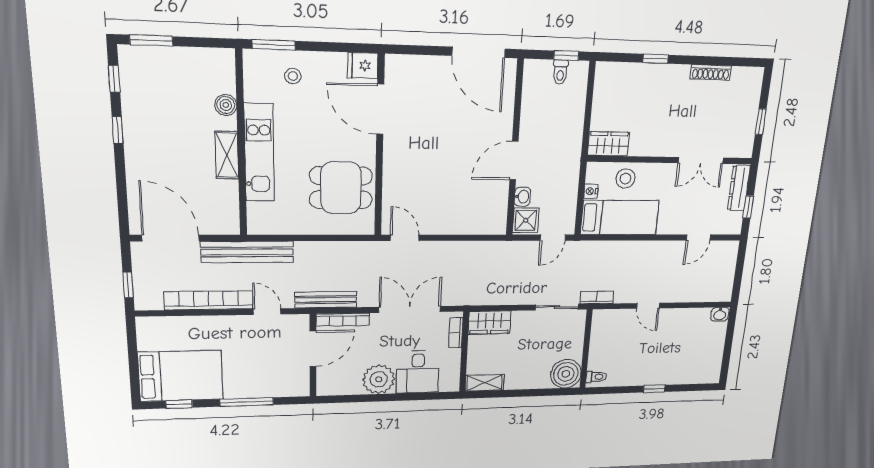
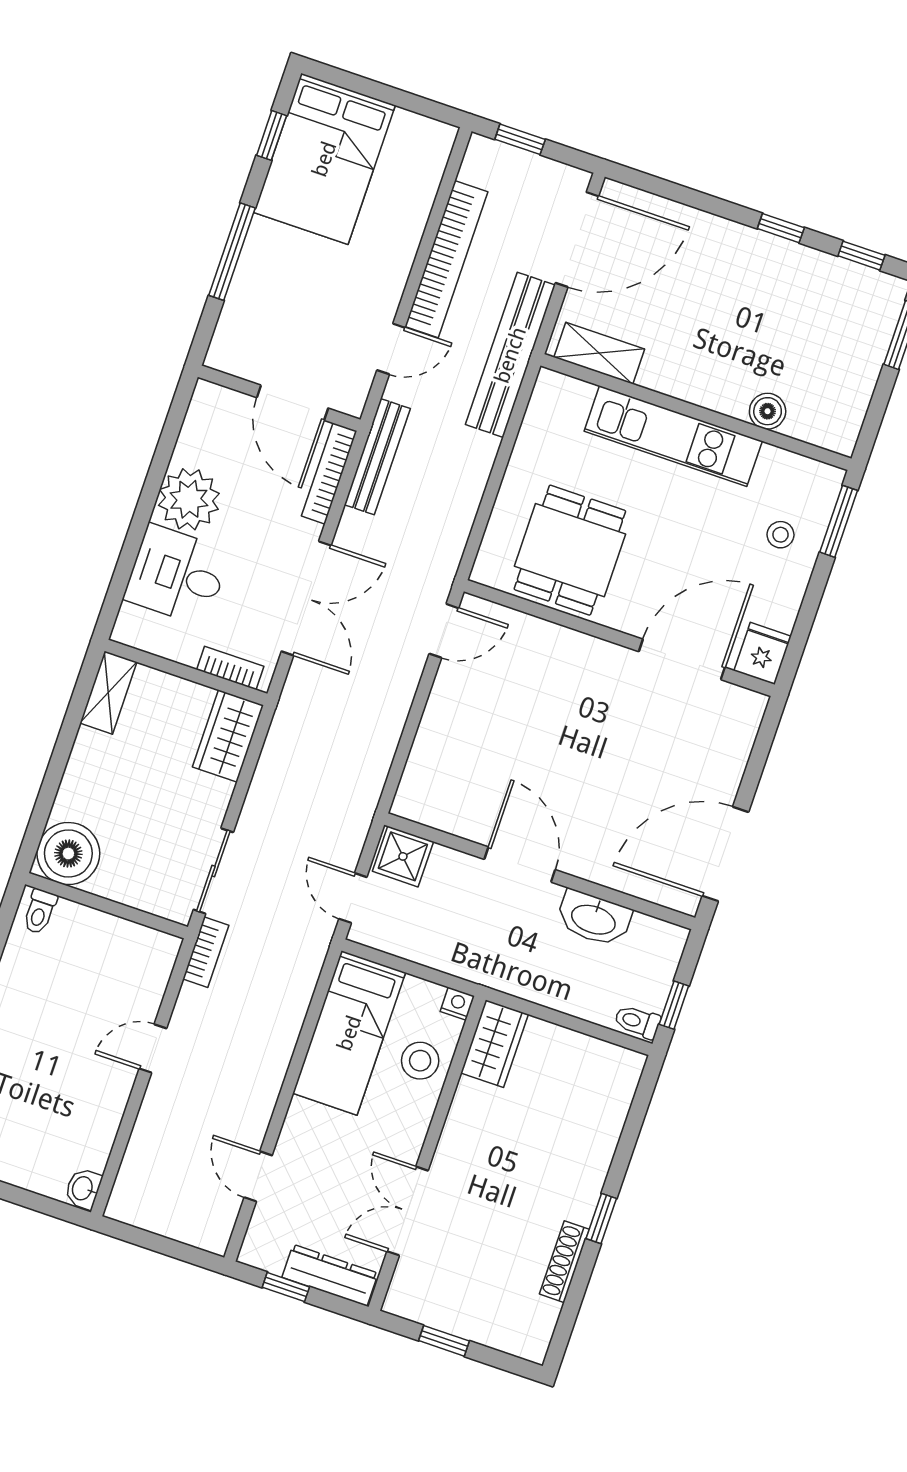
window: (656, 59) -> (601, 1219), moved
toilet: (560, 72) -> (637, 1022), moved
shelving: (227, 155) -> (599, 353), moved
nightstand: (591, 191) -> (457, 1004), moved
washbasin: (522, 197) -> (594, 918), moved, width x1.91, depth x1.45

